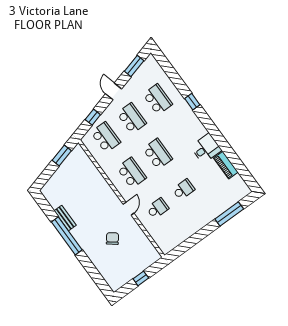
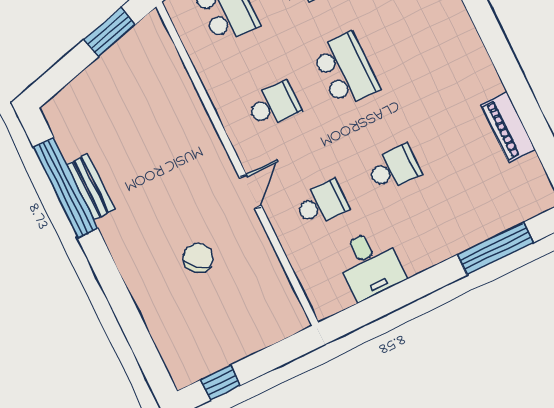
desk: (206, 148) -> (369, 265), moved, turned 90
school desk: (132, 173) -> (273, 105), width x0.54
window: (67, 236) -> (66, 188), moved
window: (141, 278) -> (221, 383), moved

